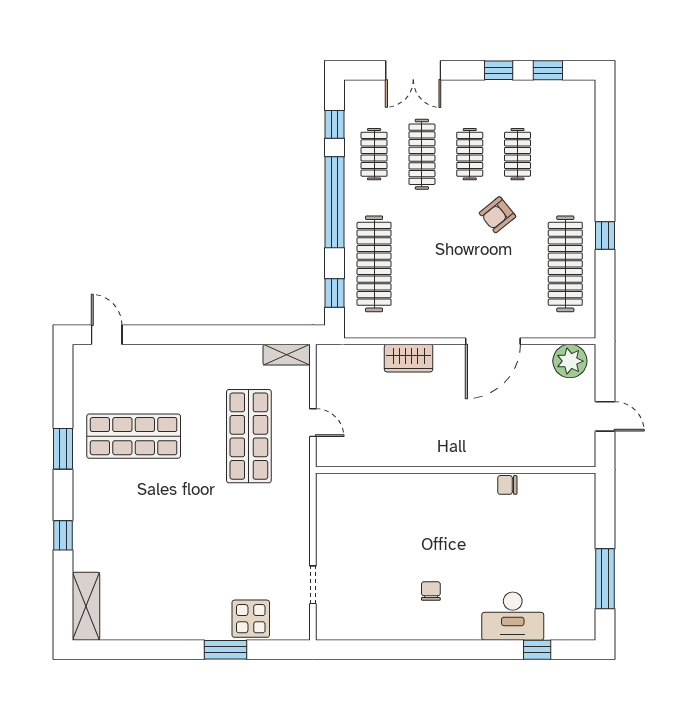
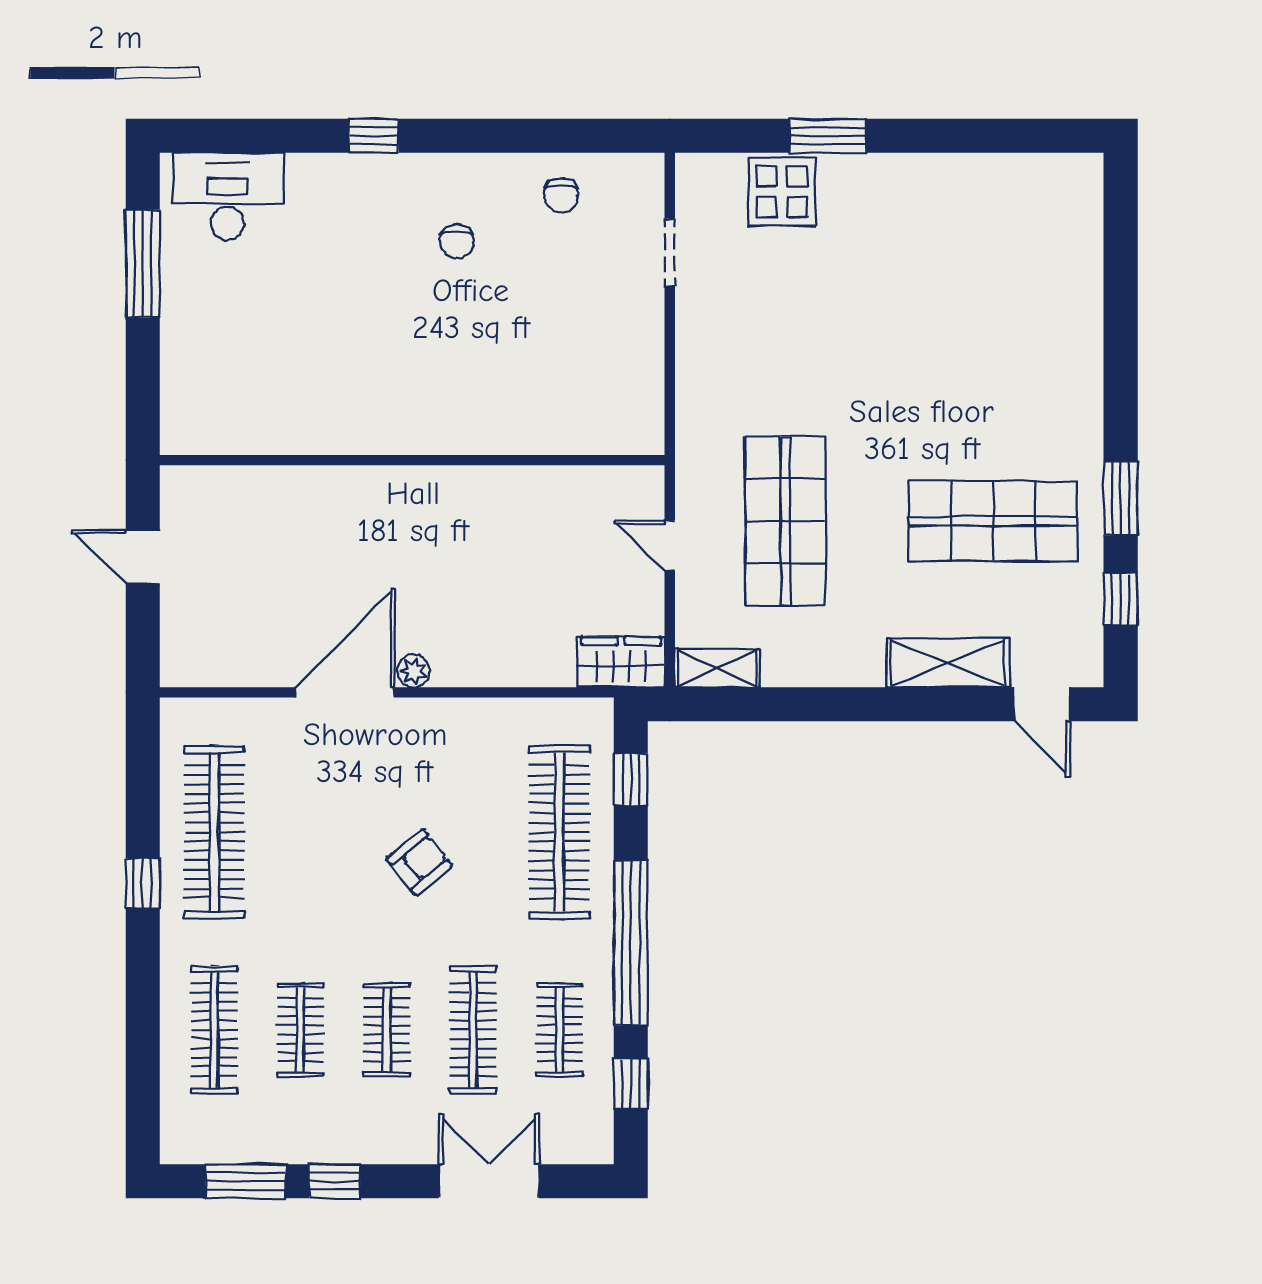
window: (548, 70) -> (246, 1181), width x1.50
clothes rail: (565, 154) -> (214, 1030), added
armchair: (497, 215) -> (419, 862), moved
wardrobe: (409, 358) -> (621, 662), moved
plant: (570, 361) -> (413, 671), moved, width x0.53, depth x0.53
chair: (507, 485) -> (561, 195), moved, turned 90
window: (63, 535) -> (1121, 599), moved
shelving: (86, 606) -> (948, 663), moved, turned 90
desk: (513, 616) -> (228, 196), moved
window: (537, 650) -> (374, 136), moved

